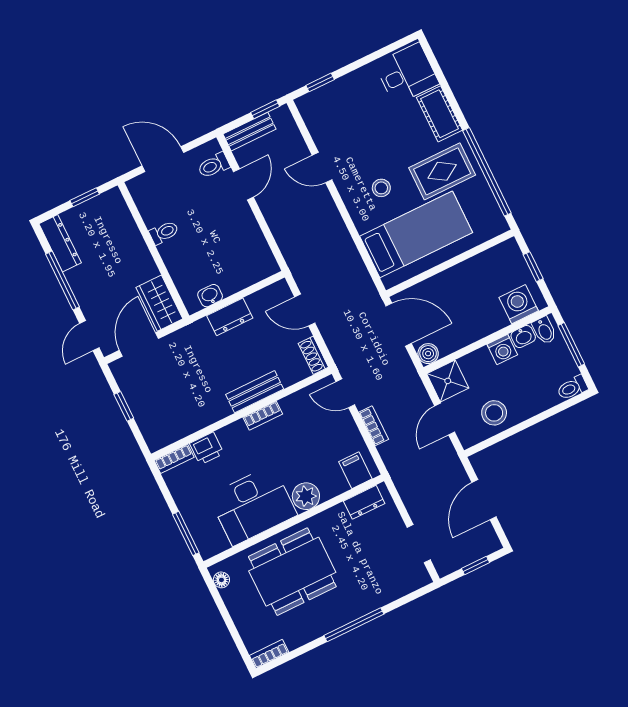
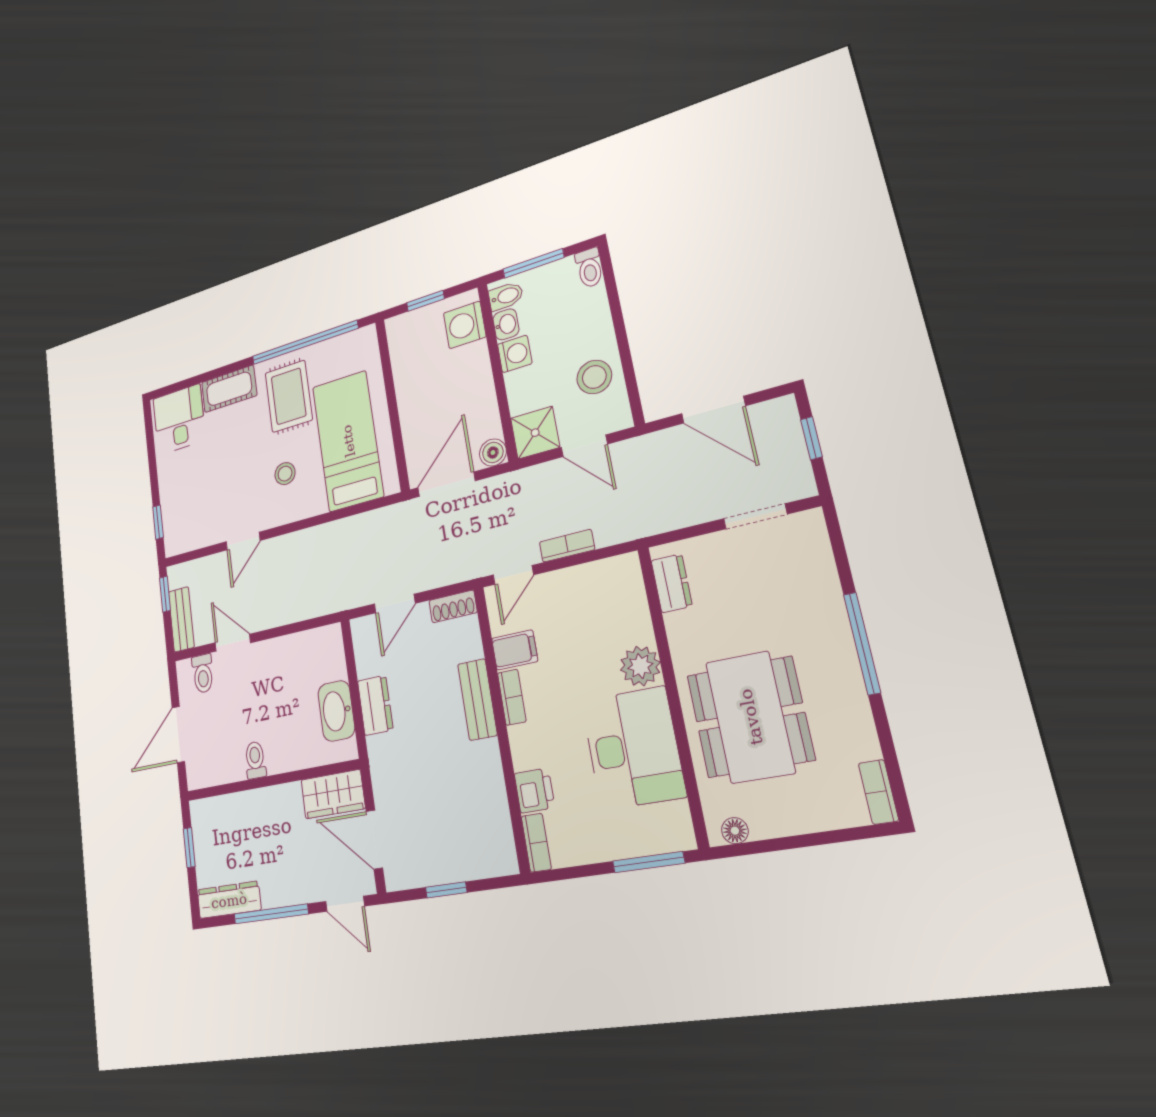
washbasin: (210, 296) -> (336, 711), width x1.91, depth x1.45
filing cabinet: (355, 470) -> (515, 650), moved, turned 180

